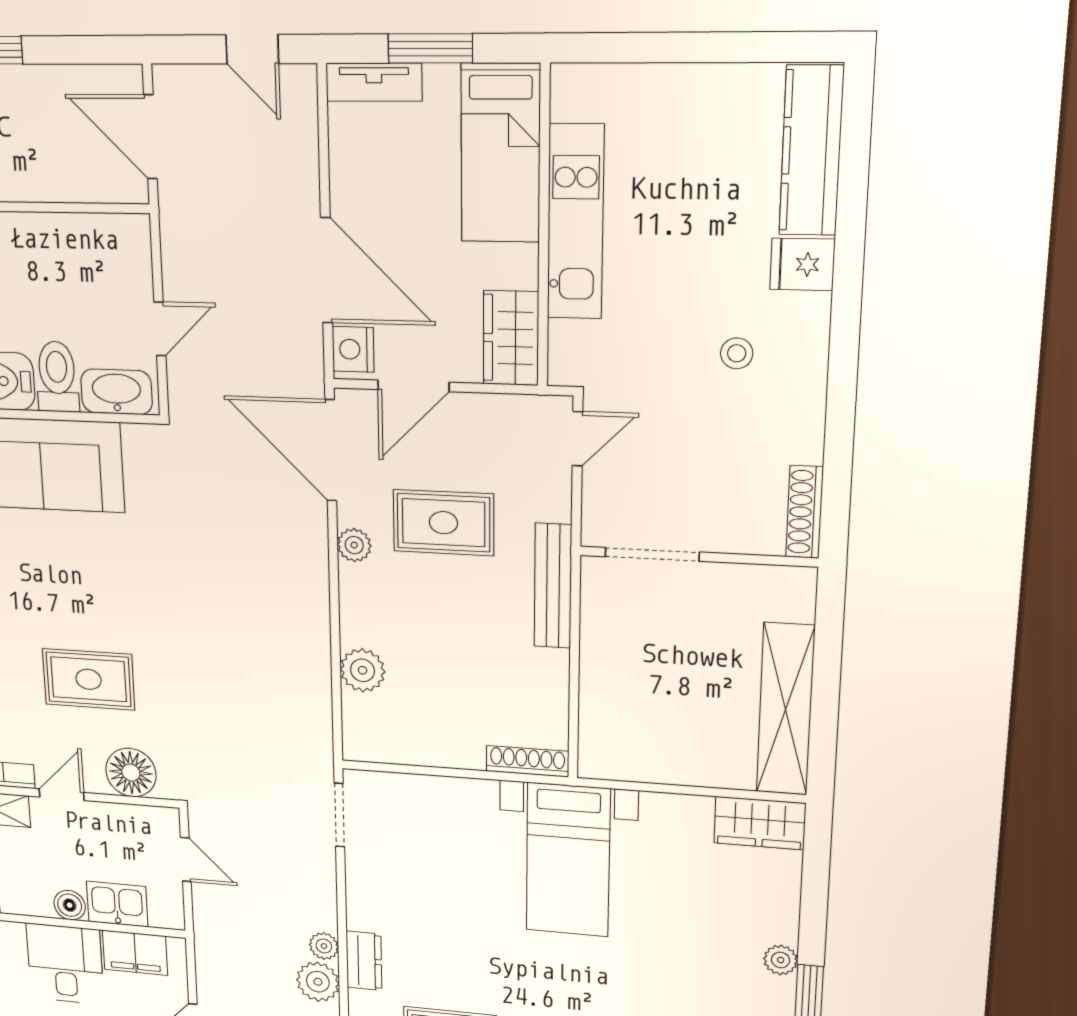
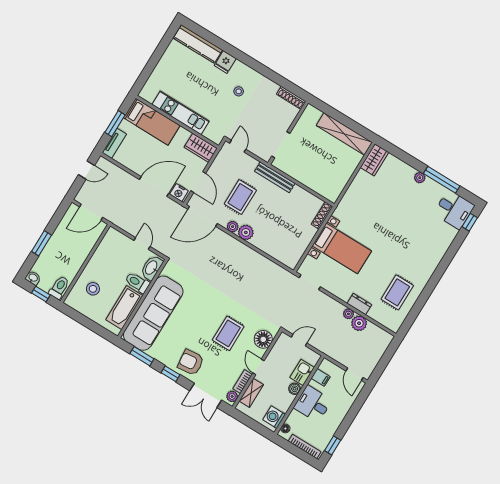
plant: (363, 670) -> (246, 232), moved
bed with nightstands: (568, 860) -> (342, 248), moved
filing cabinet: (135, 953) -> (321, 377), width x0.50

